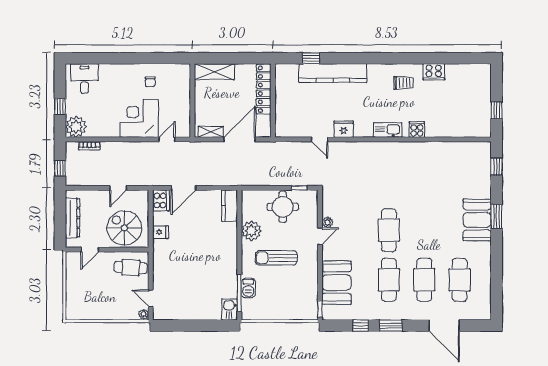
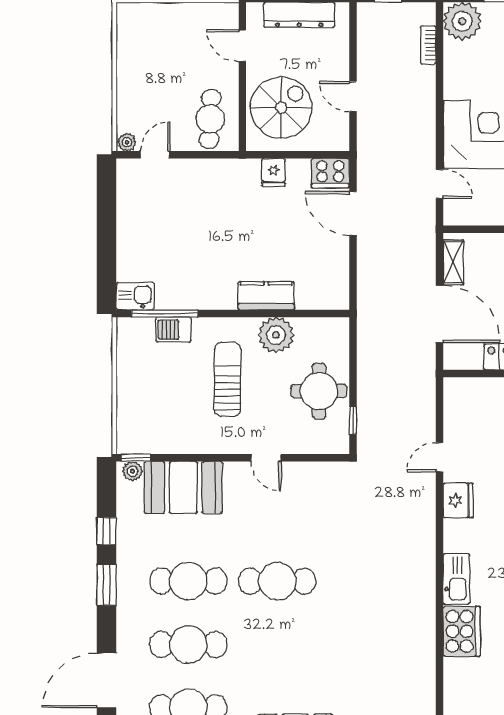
cooker: (417, 130) -> (462, 631), width x1.87, depth x1.31
kitchen counter: (229, 206) -> (266, 296), moved
plant: (327, 222) -> (132, 471), moved

